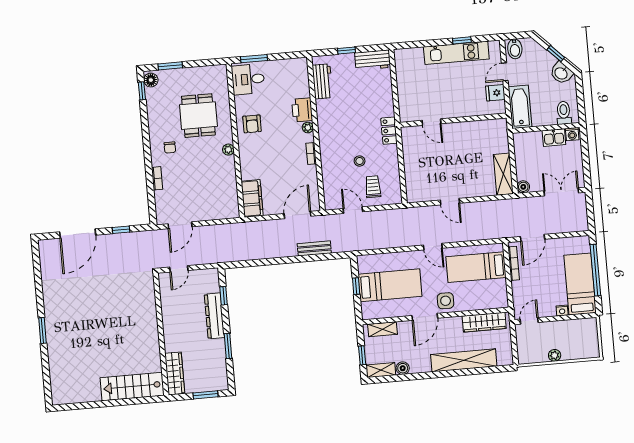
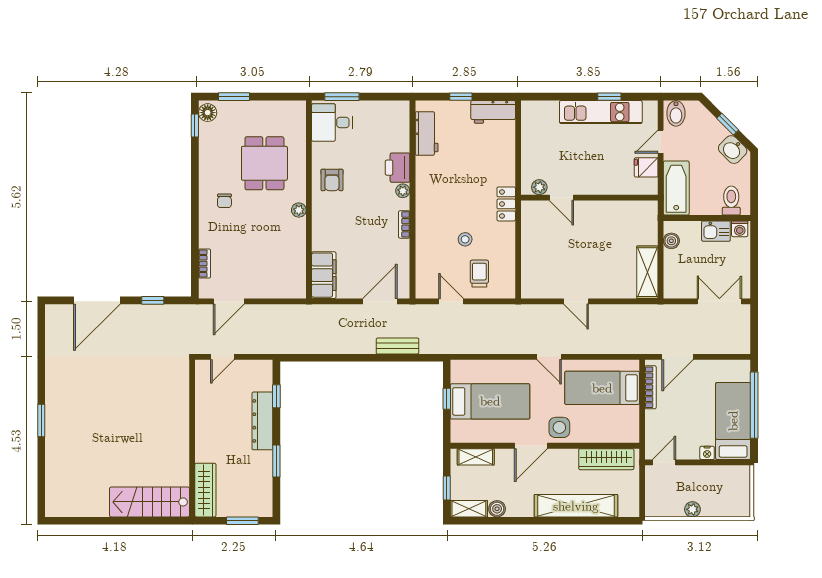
plant: (414, 115) -> (539, 187), added
bookcase: (157, 178) -> (205, 264), moved
boiler: (523, 187) -> (671, 241), moved

